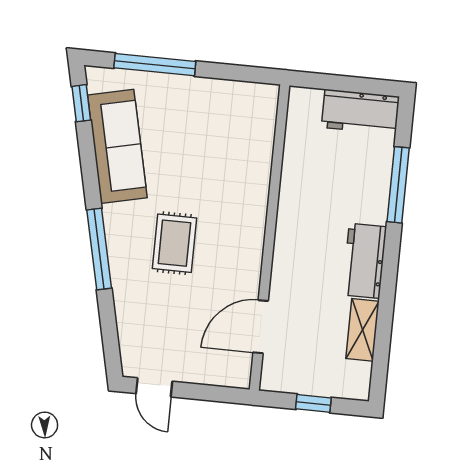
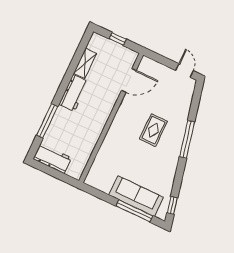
sofa: (117, 146) -> (136, 196), moved, turned 103

